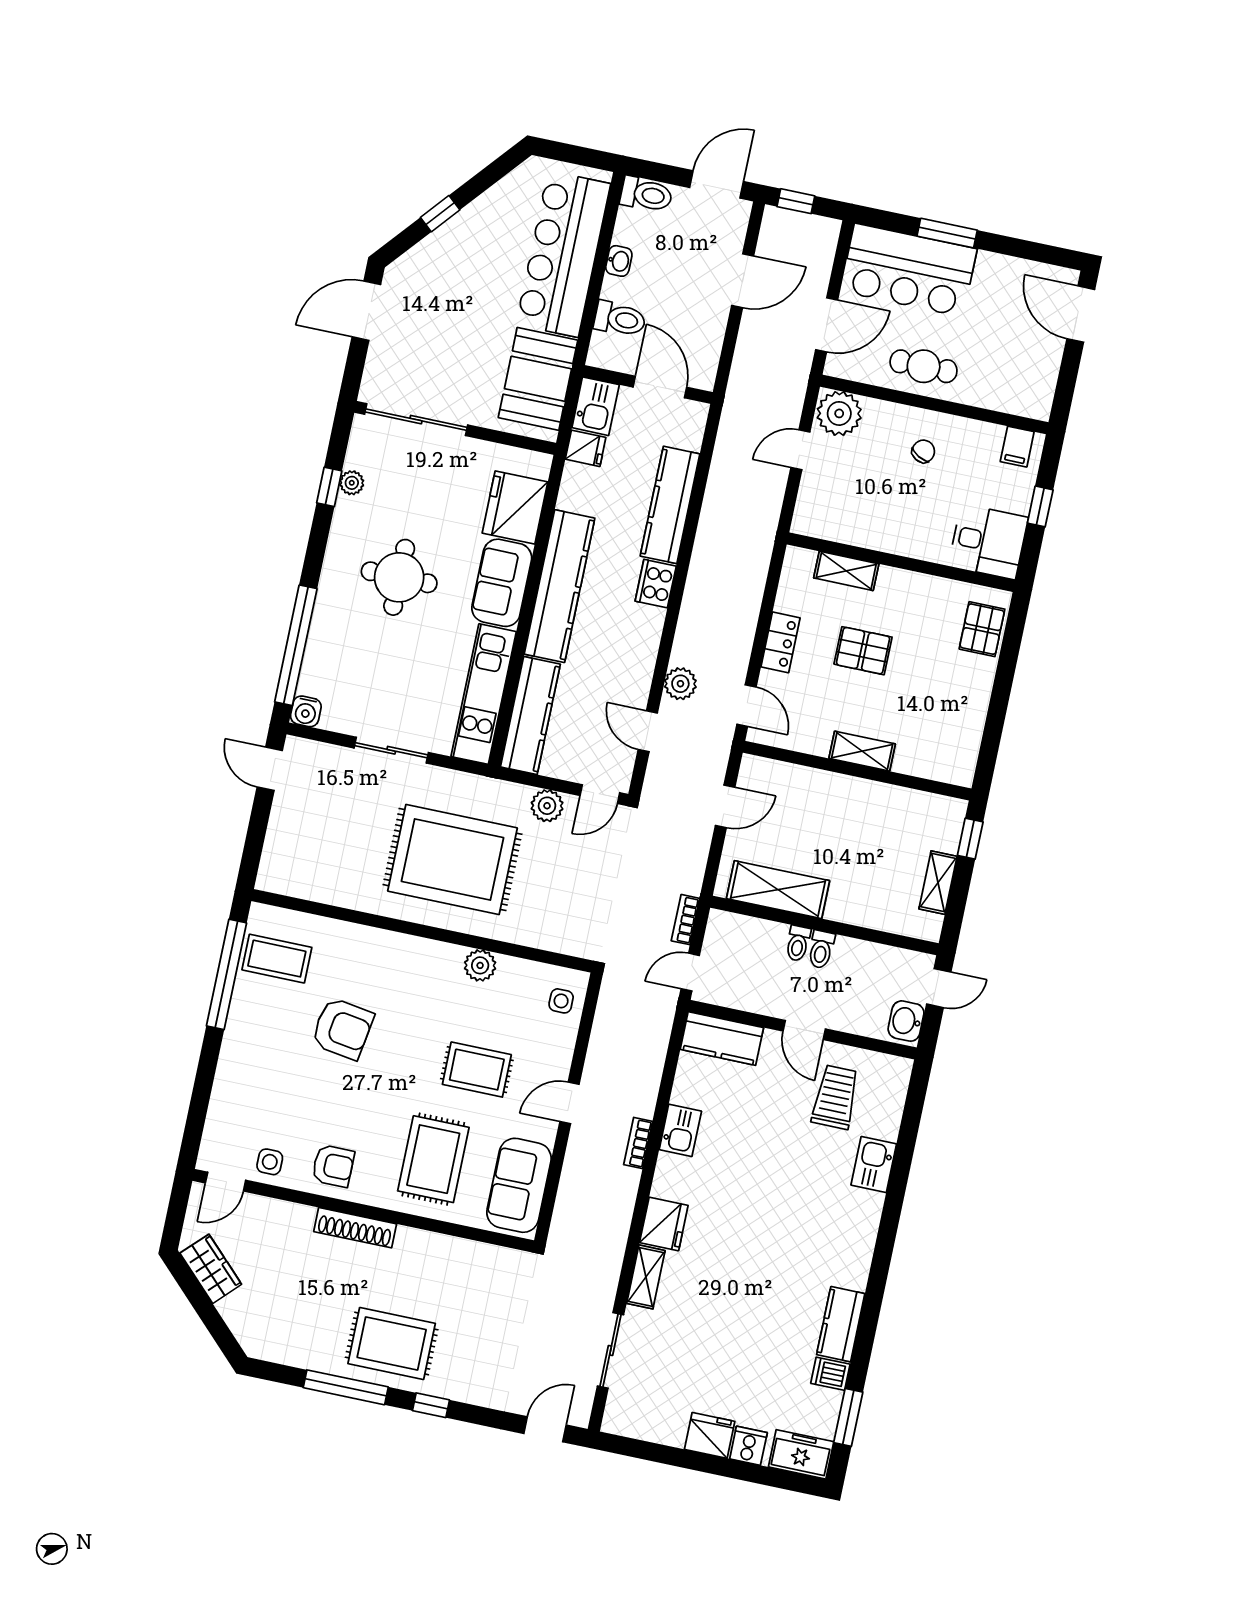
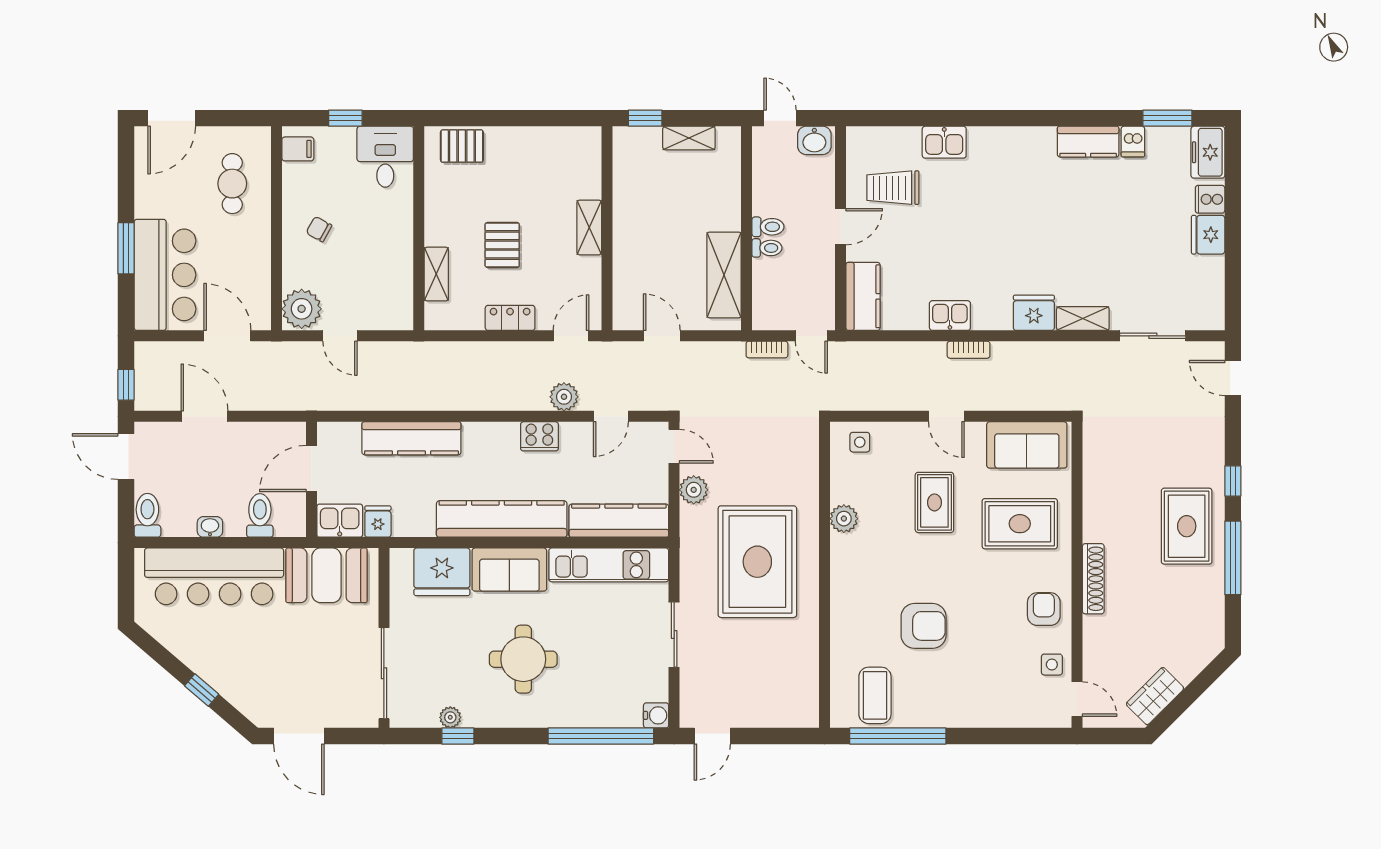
cafe table: (924, 366) -> (232, 184), moved
cooker: (656, 584) -> (539, 436), moved
armchair: (343, 1029) -> (924, 626), turned 81

